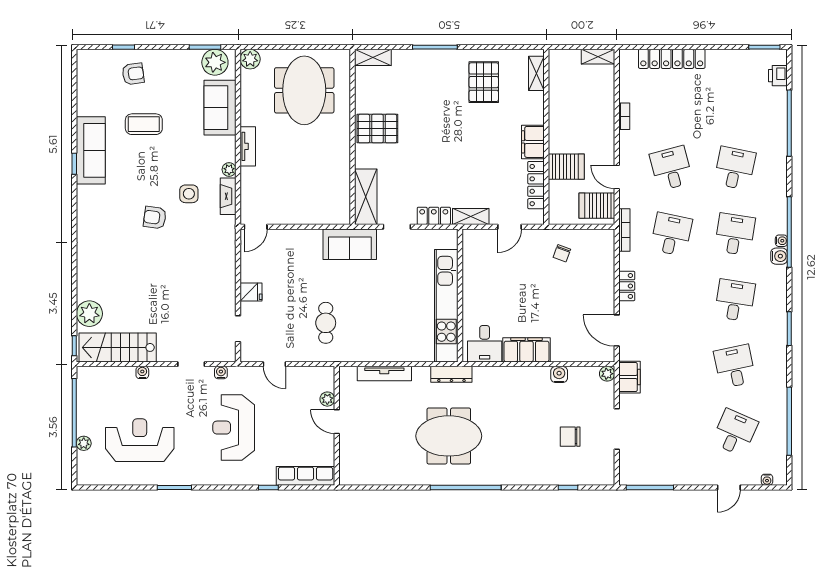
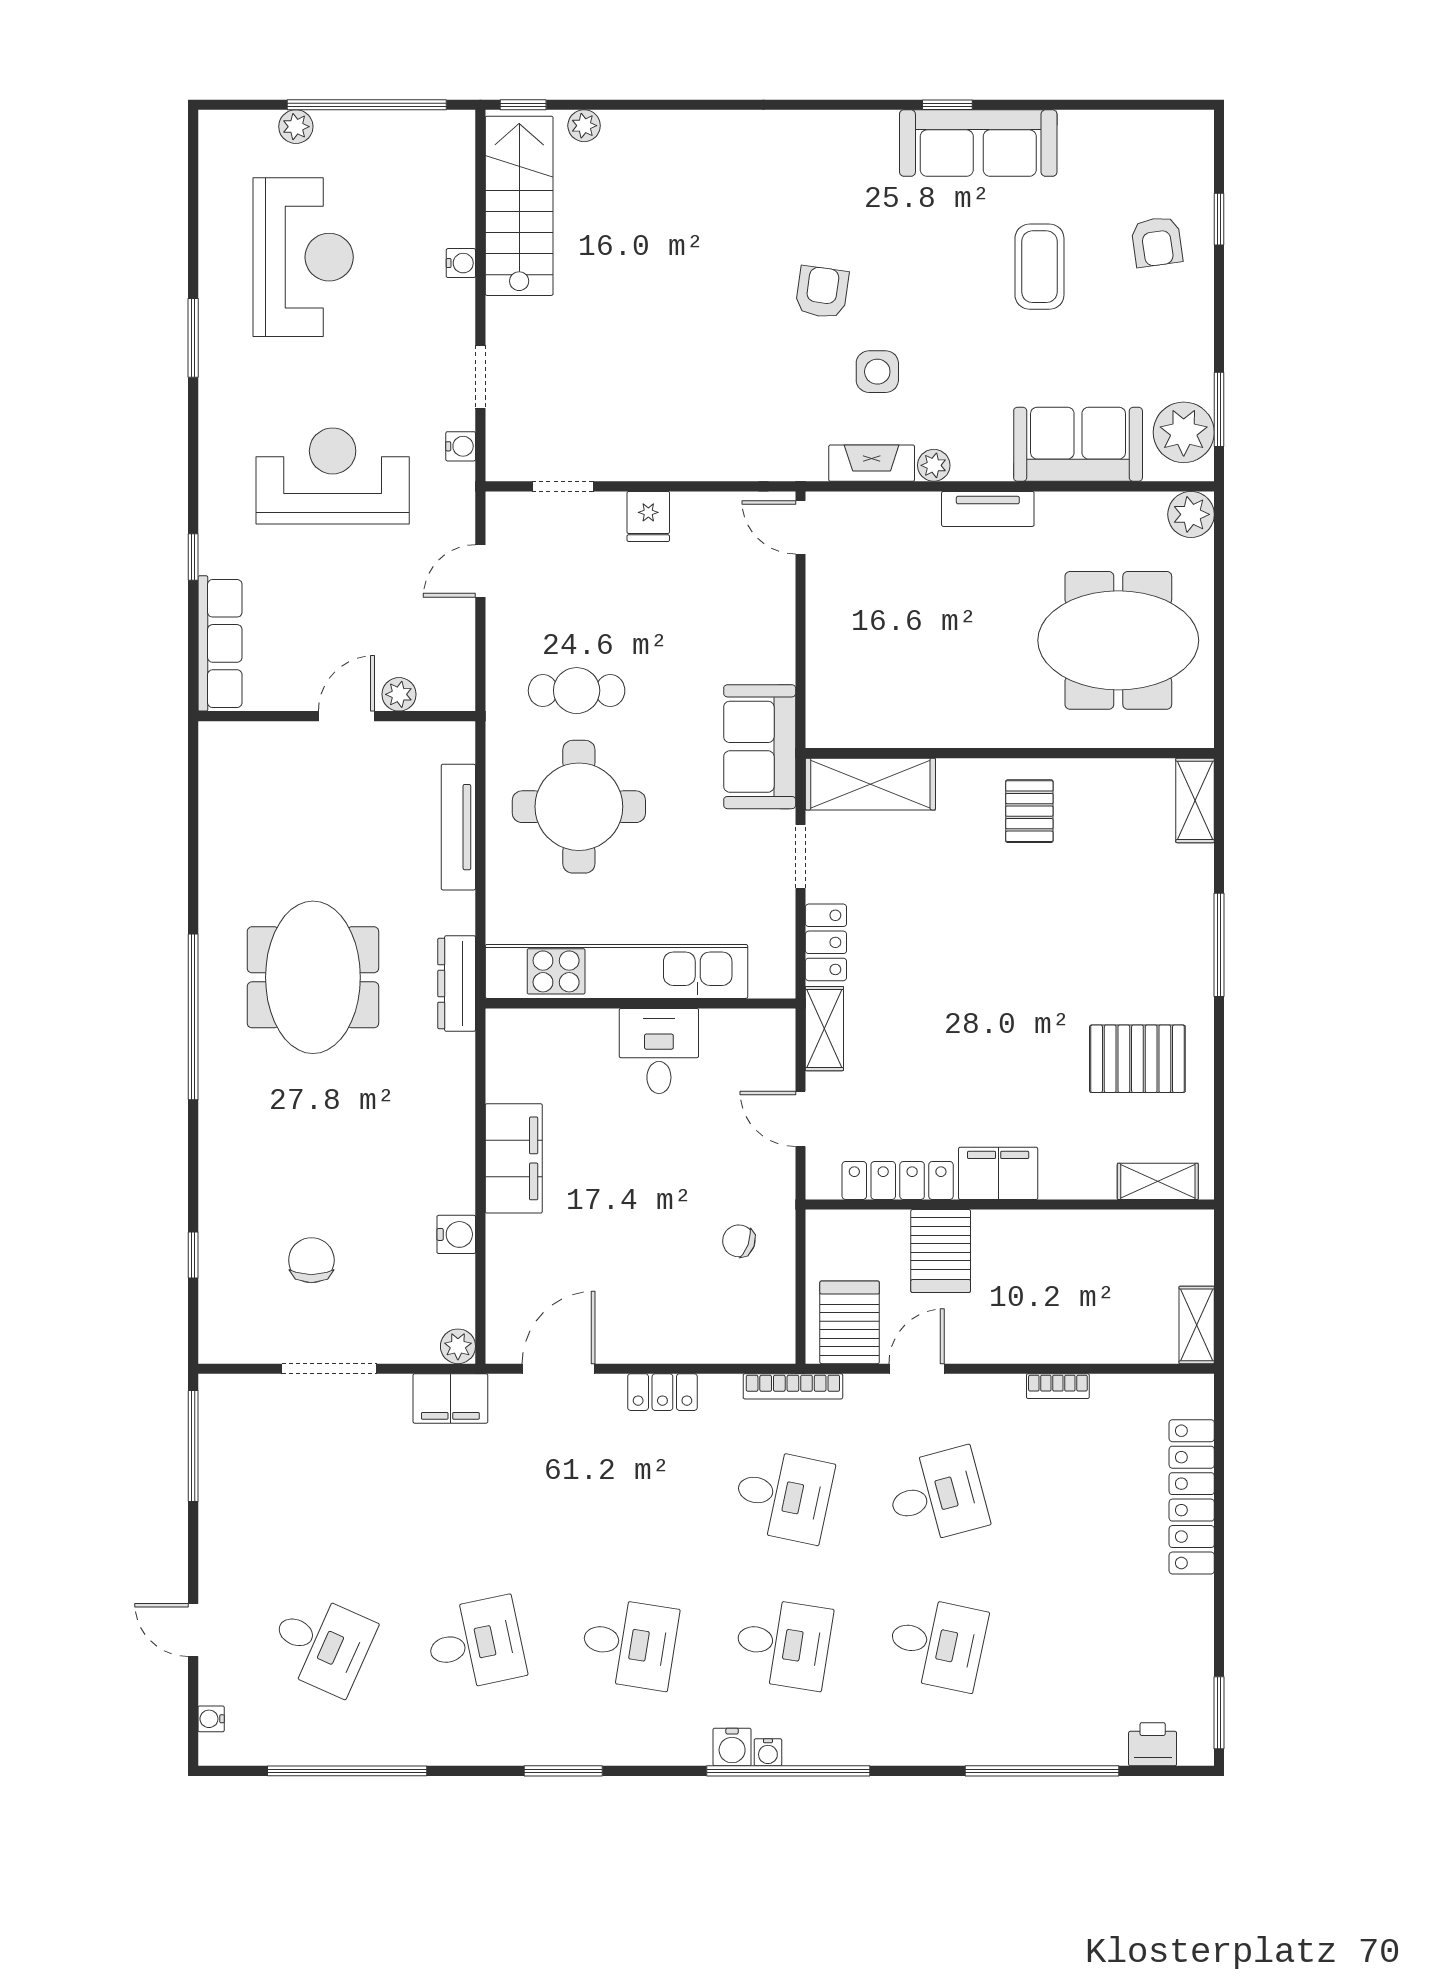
pallet: (377, 129) -> (1029, 811), width x0.67, depth x0.71
plant: (89, 314) -> (584, 126), width x0.53, depth x0.53
round table: (376, 322) -> (579, 807), added
desk: (485, 344) -> (659, 1051), moved, turned 90

